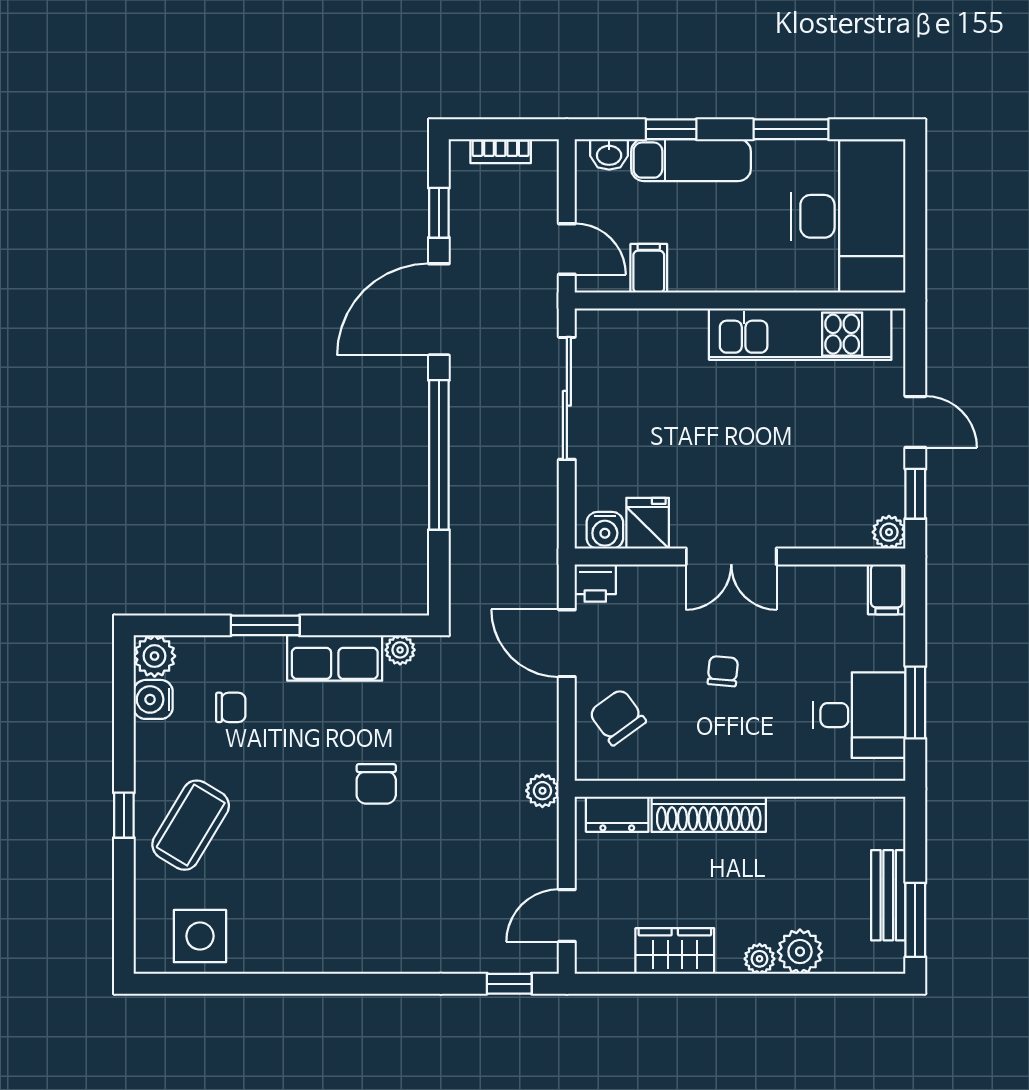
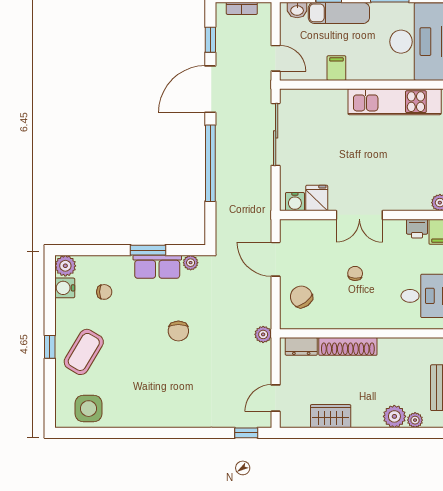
filing cabinet: (649, 268) -> (336, 68), moved
printer: (595, 583) -> (417, 229), moved
window: (265, 625) -> (148, 250), moved
plant: (760, 959) -> (415, 420), moved

